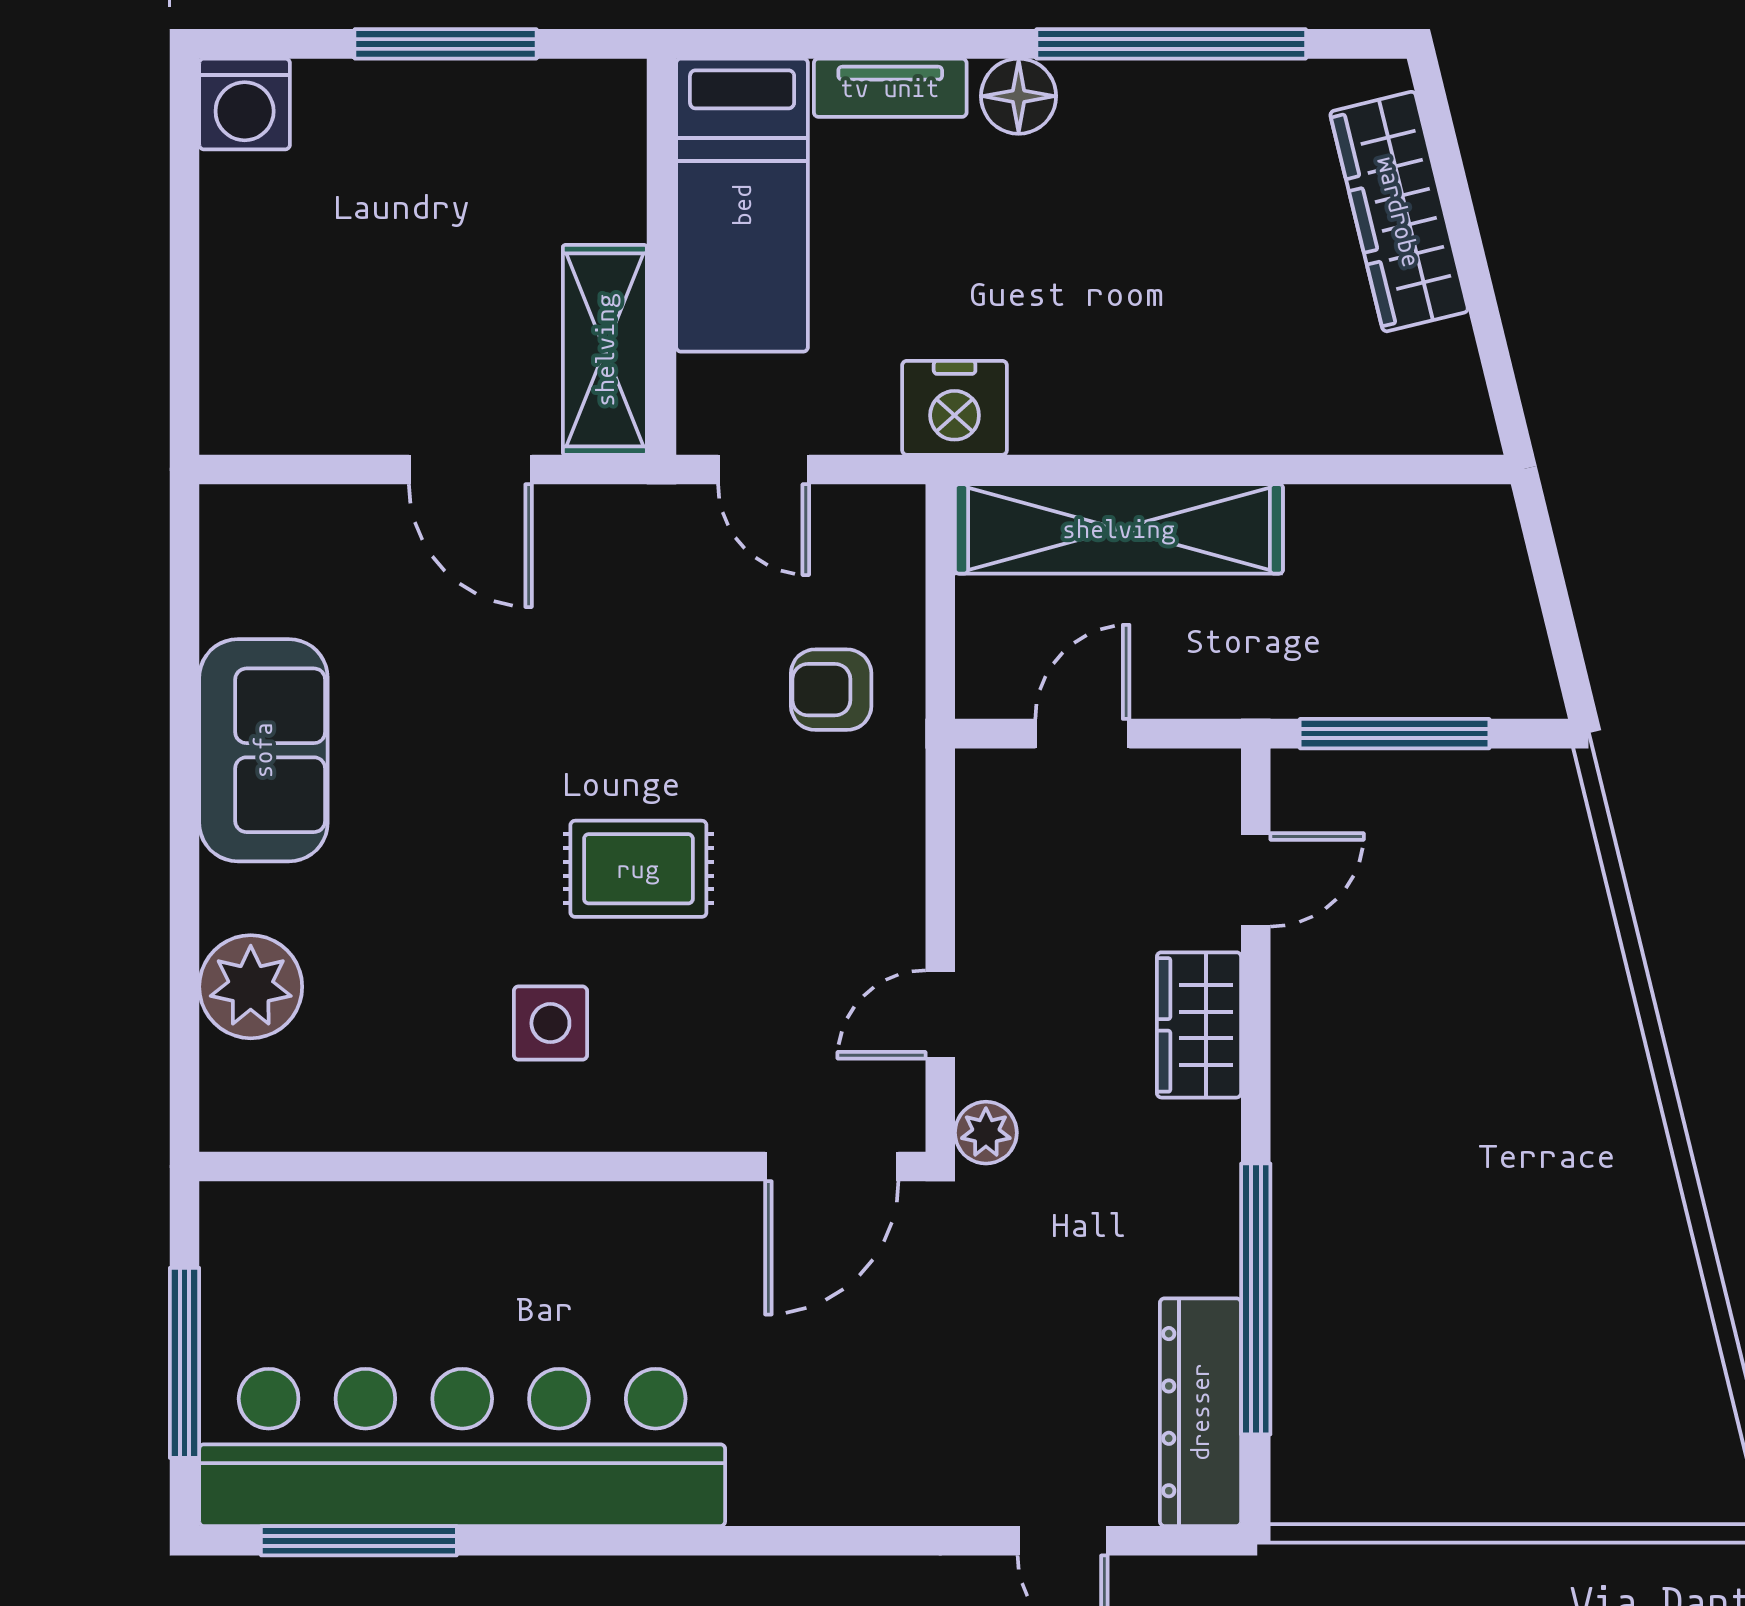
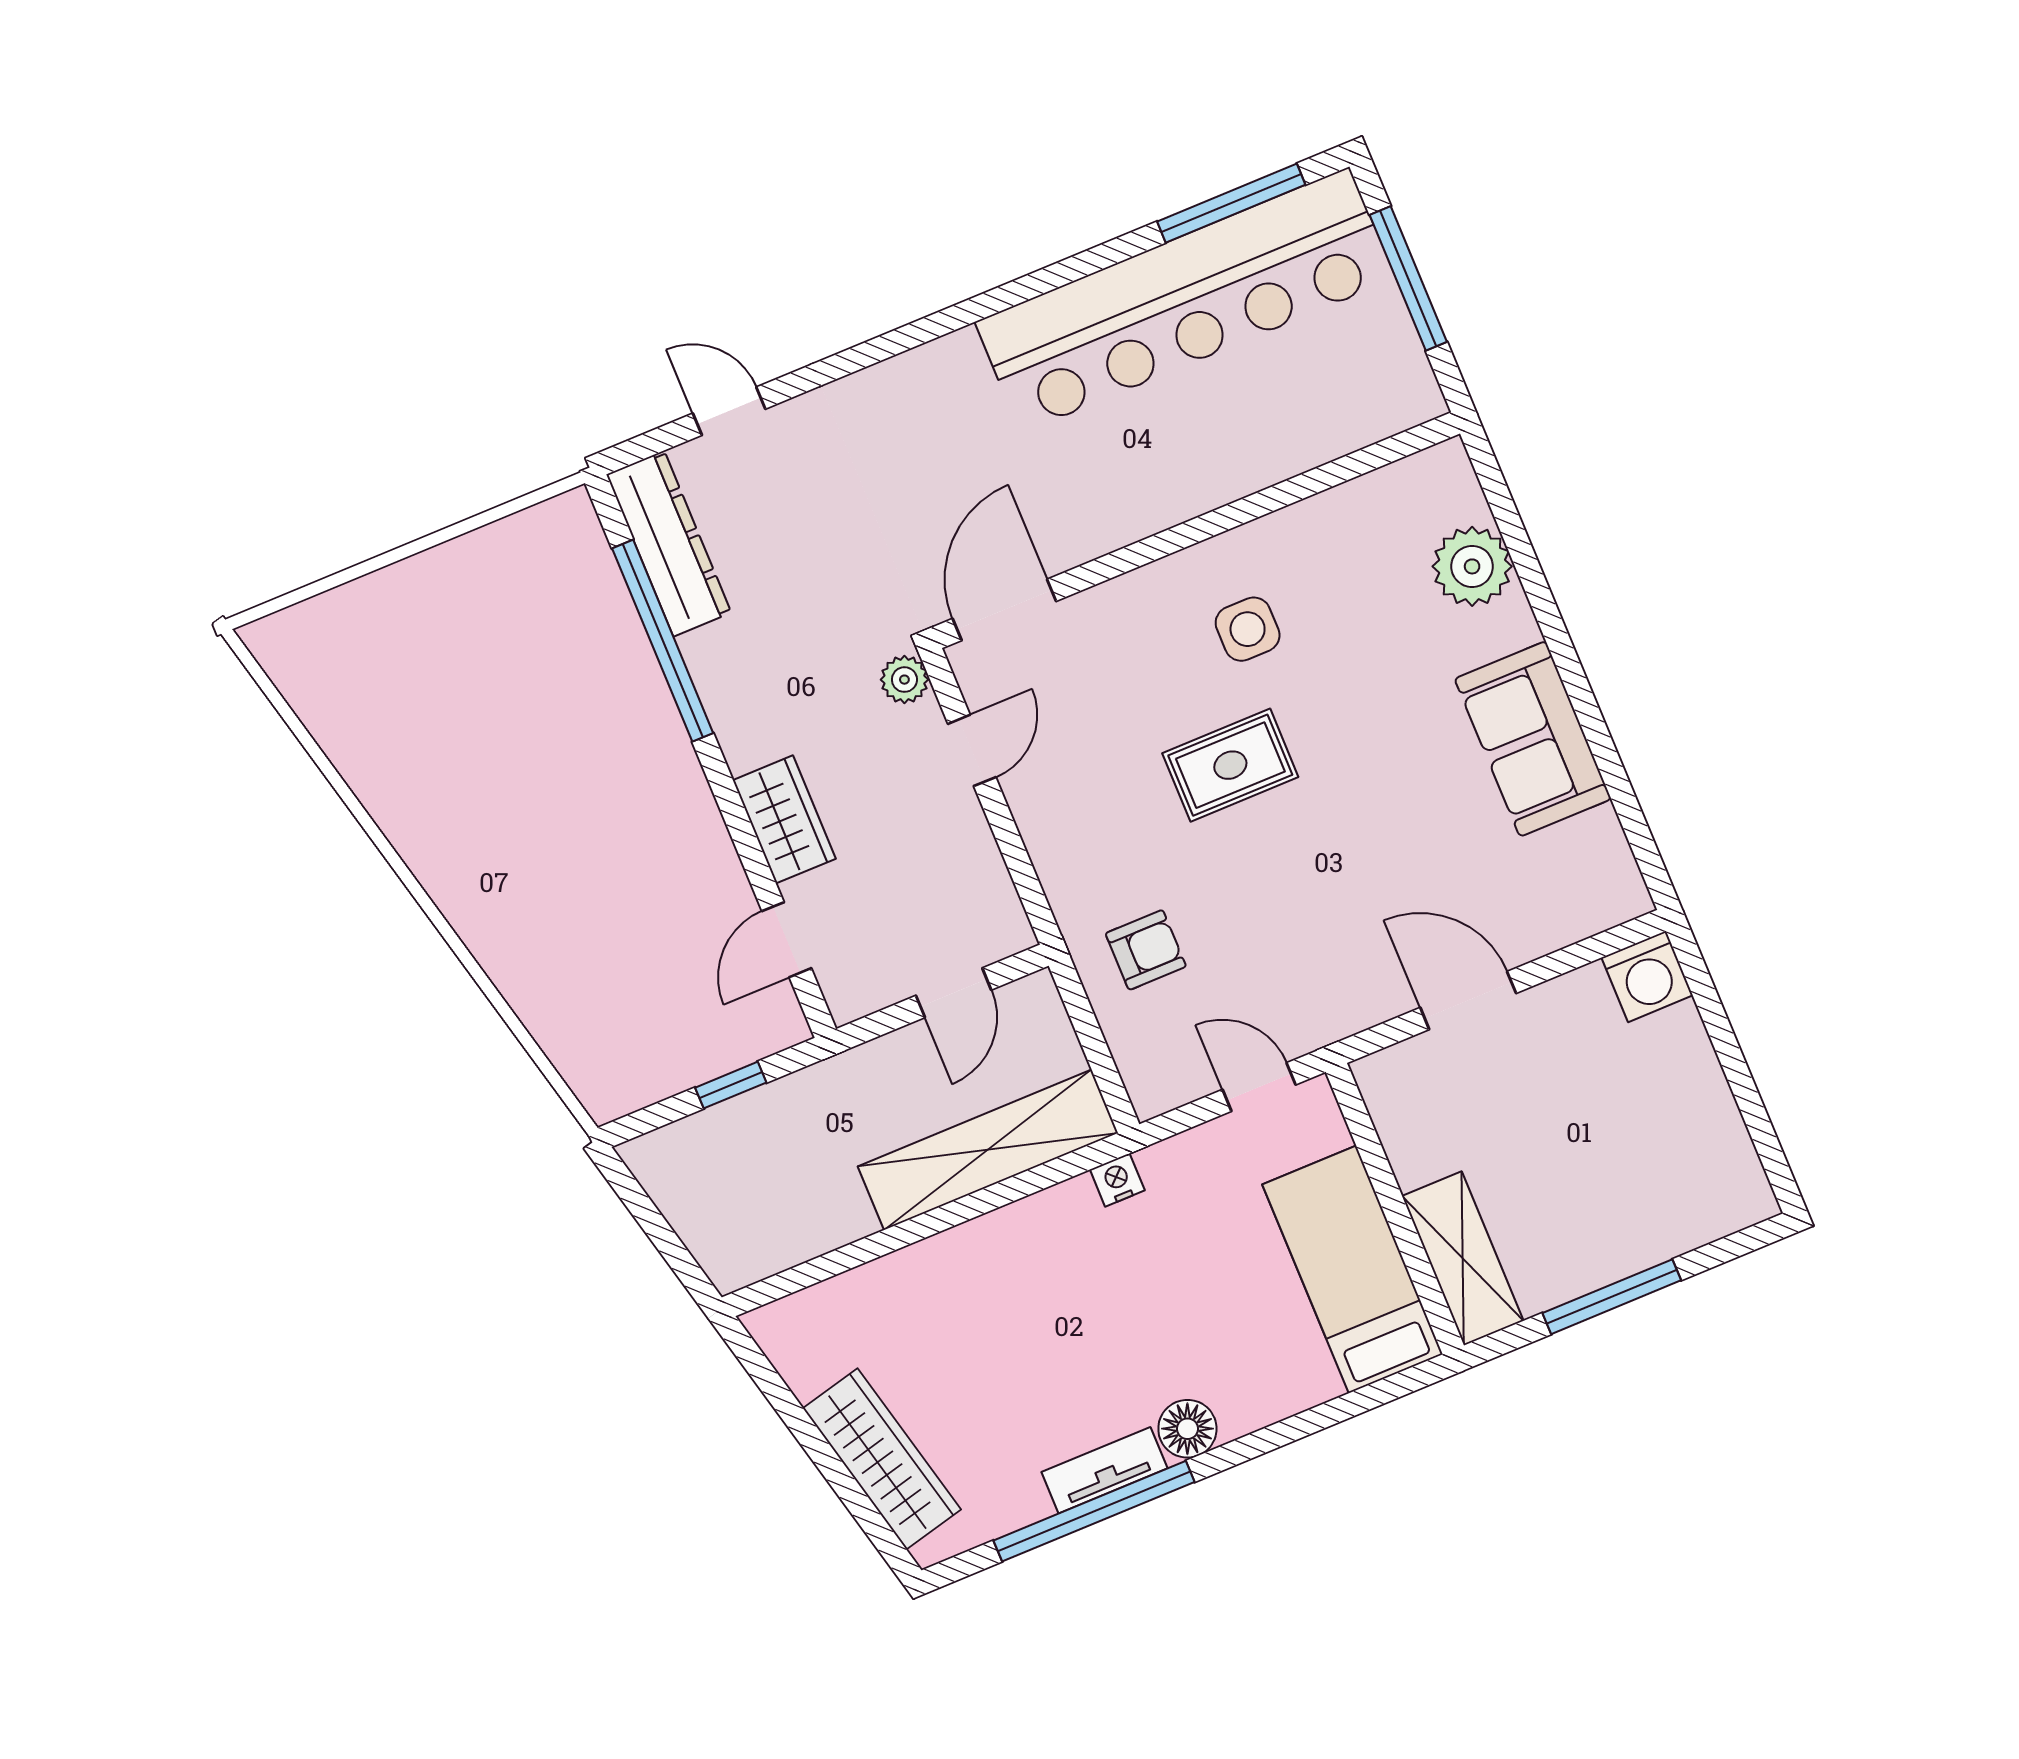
tv unit: (890, 88) -> (1104, 1470), moved
washing machine: (245, 104) -> (1647, 977), moved, turned 180
shelving: (605, 350) -> (1463, 1258), moved
nightstand: (955, 408) -> (1117, 1180), width x0.53, depth x0.56
window: (1395, 734) -> (731, 1085), width x0.46

